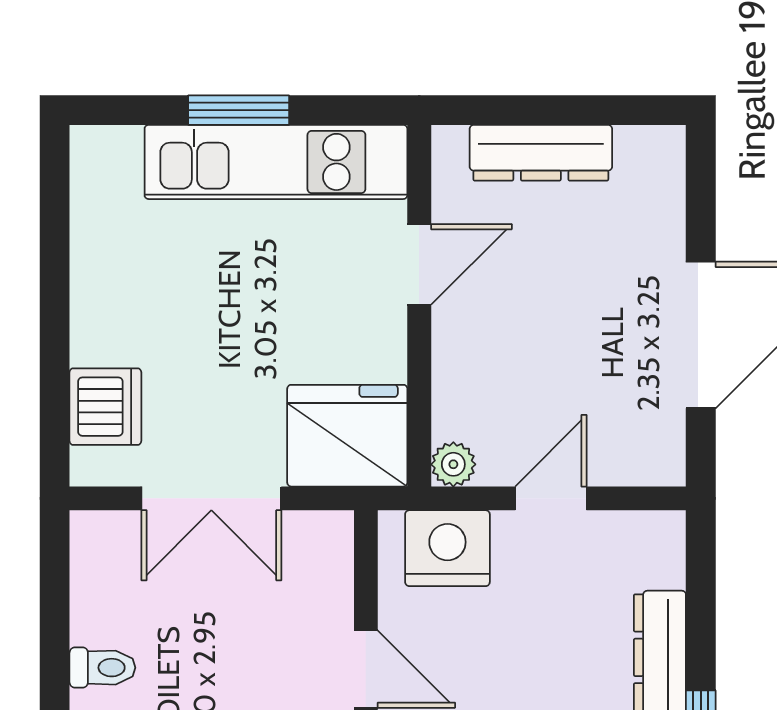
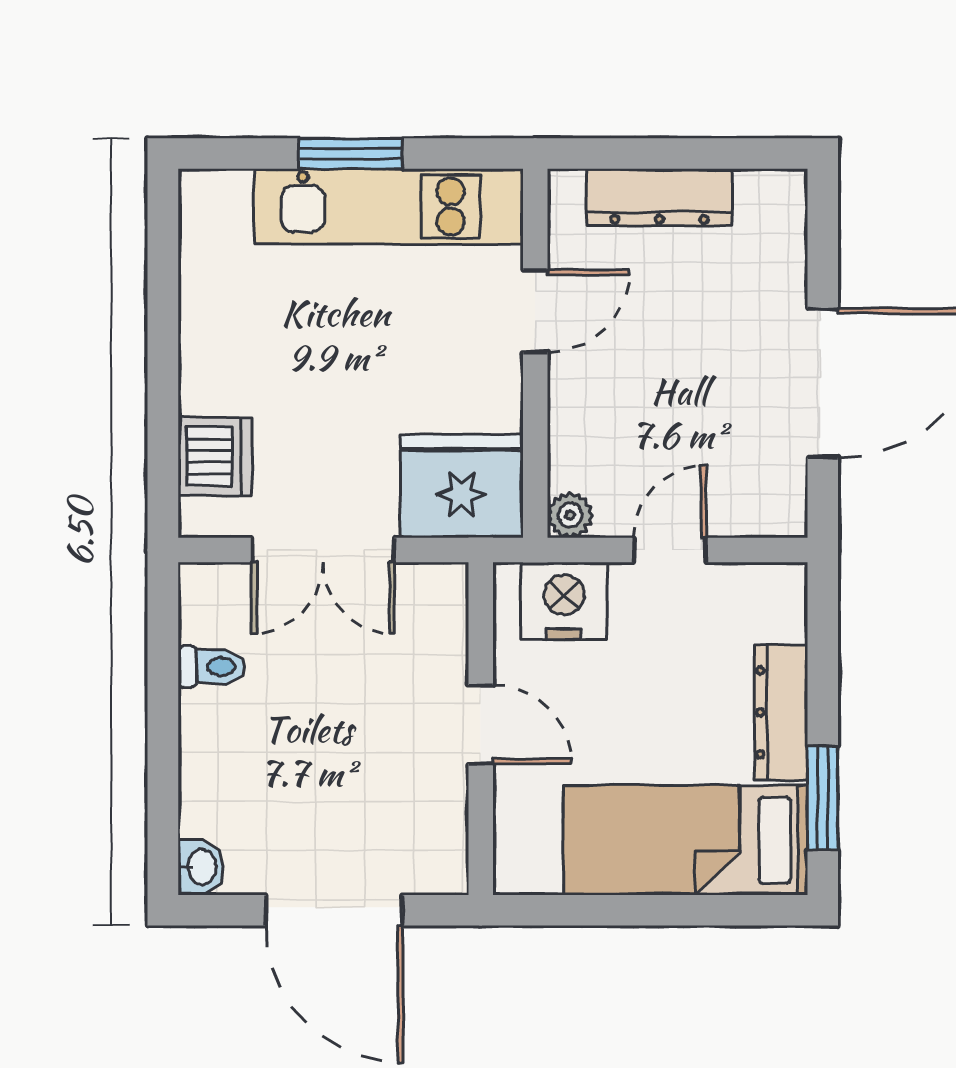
toilet: (102, 668) -> (212, 667), moved

